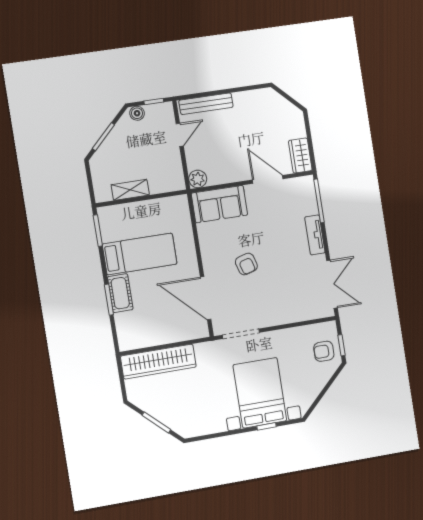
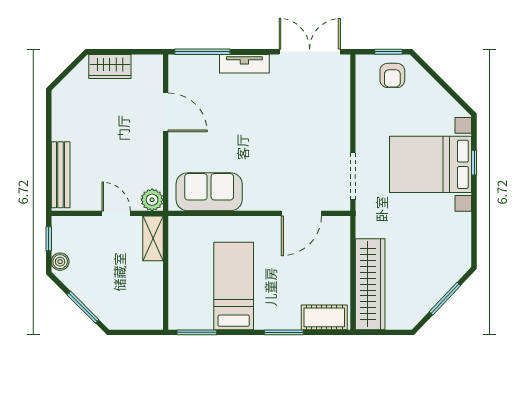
door: (180, 135) -> (116, 213), moved
wardrobe: (300, 156) -> (110, 66), moved
door: (268, 179) -> (166, 112), swing flipped
shelving: (130, 190) -> (153, 238), moved
sofa: (219, 204) -> (209, 192), moved, turned -90
armchair: (246, 264) -> (267, 156), removed
cot: (120, 293) -> (324, 317), moved
door: (206, 298) -> (301, 213), width x0.73

